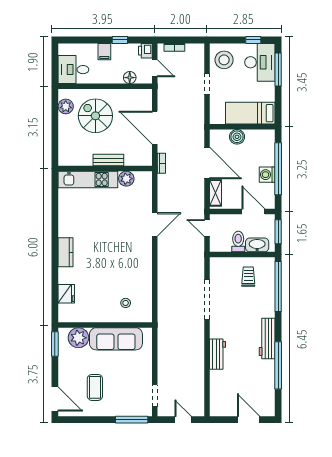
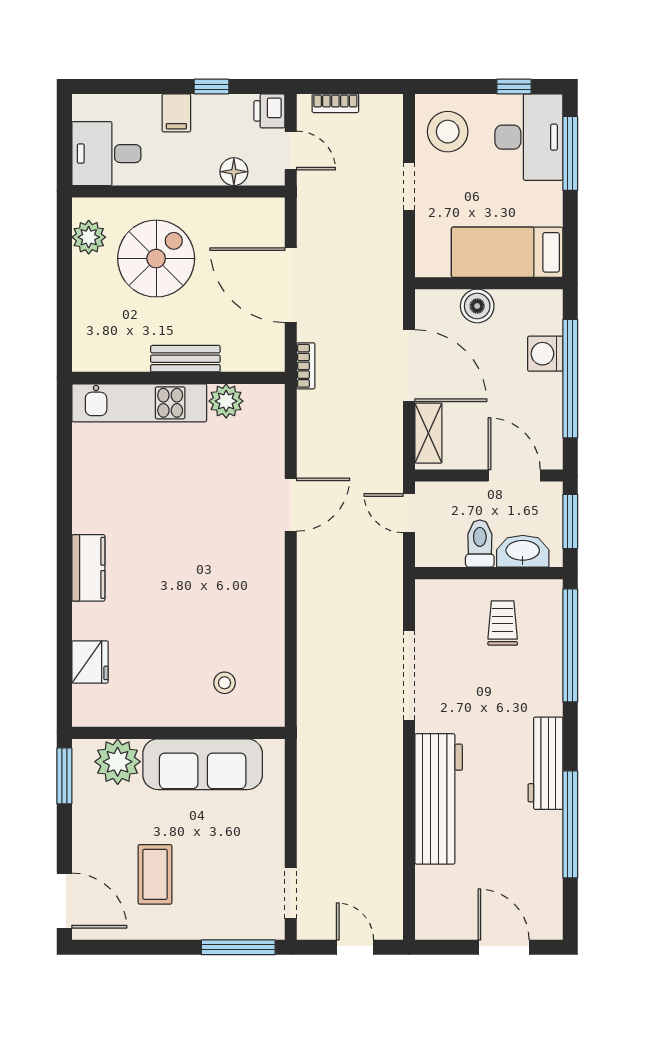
spiral stairs: (95, 116) -> (156, 259), turned 90
washing machine: (267, 175) -> (545, 354), moved
workbench: (217, 354) -> (439, 799), width x1.88, depth x1.32

